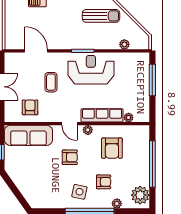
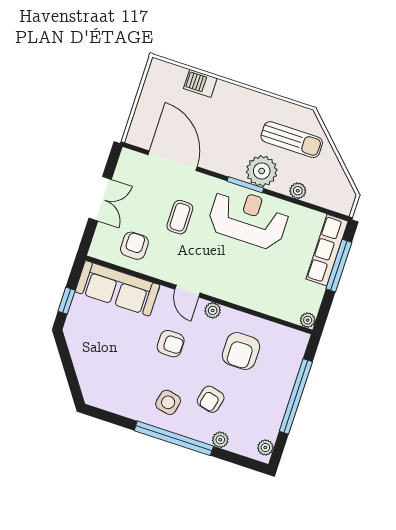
plant: (90, 40) -> (262, 171), added
plant: (124, 44) -> (298, 191), moved
door: (36, 51) -> (173, 161), width x1.36
row of seats: (102, 115) -> (327, 250), moved, turned -90
plant: (129, 118) -> (308, 320), moved
armchair: (104, 182) -> (211, 399), turned 104
plant: (140, 195) -> (265, 447), width x0.53, depth x0.53

